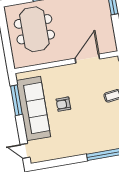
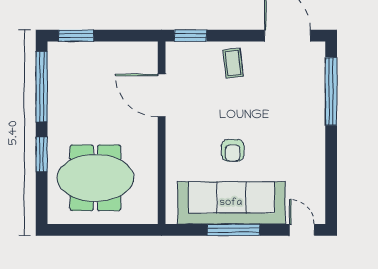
window: (16, 100) -> (233, 230), moved
door: (25, 151) -> (302, 230), swing flipped

